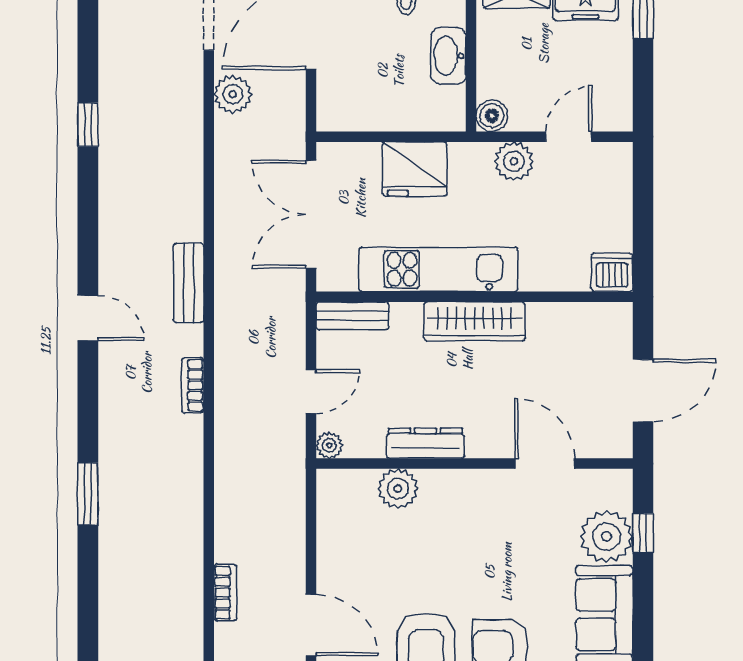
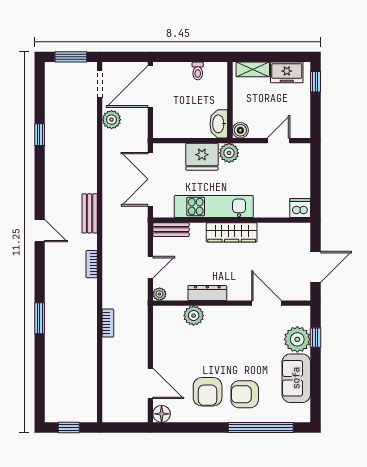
washbasin: (448, 56) -> (219, 124), moved
plant: (514, 161) -> (229, 153), moved
bookcase: (225, 593) -> (108, 323), moved

